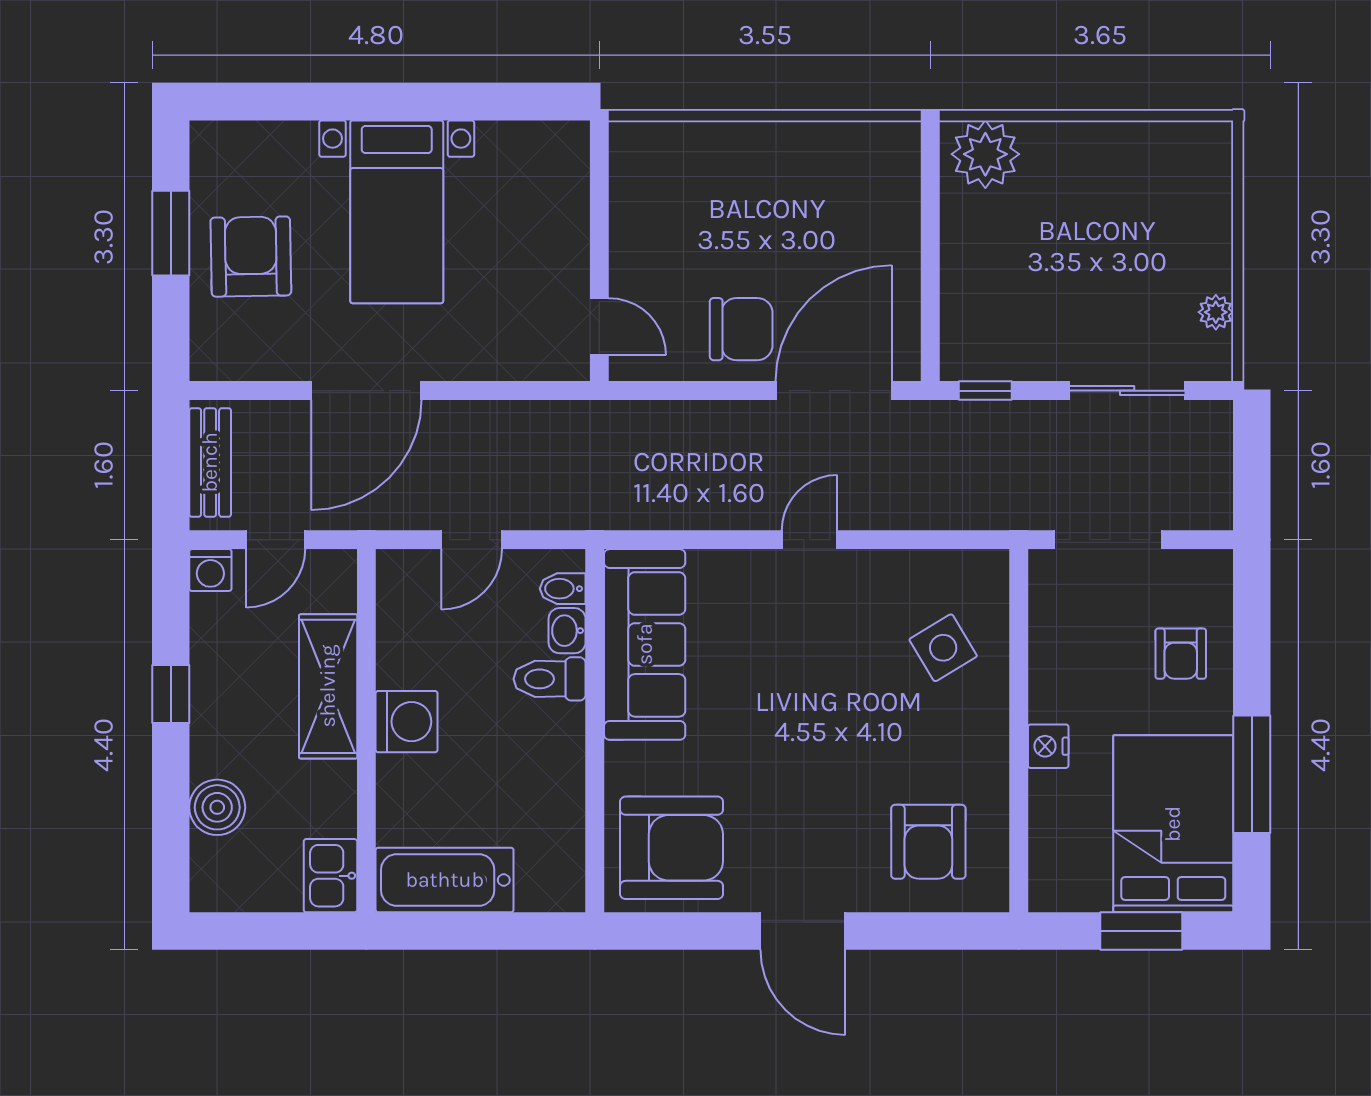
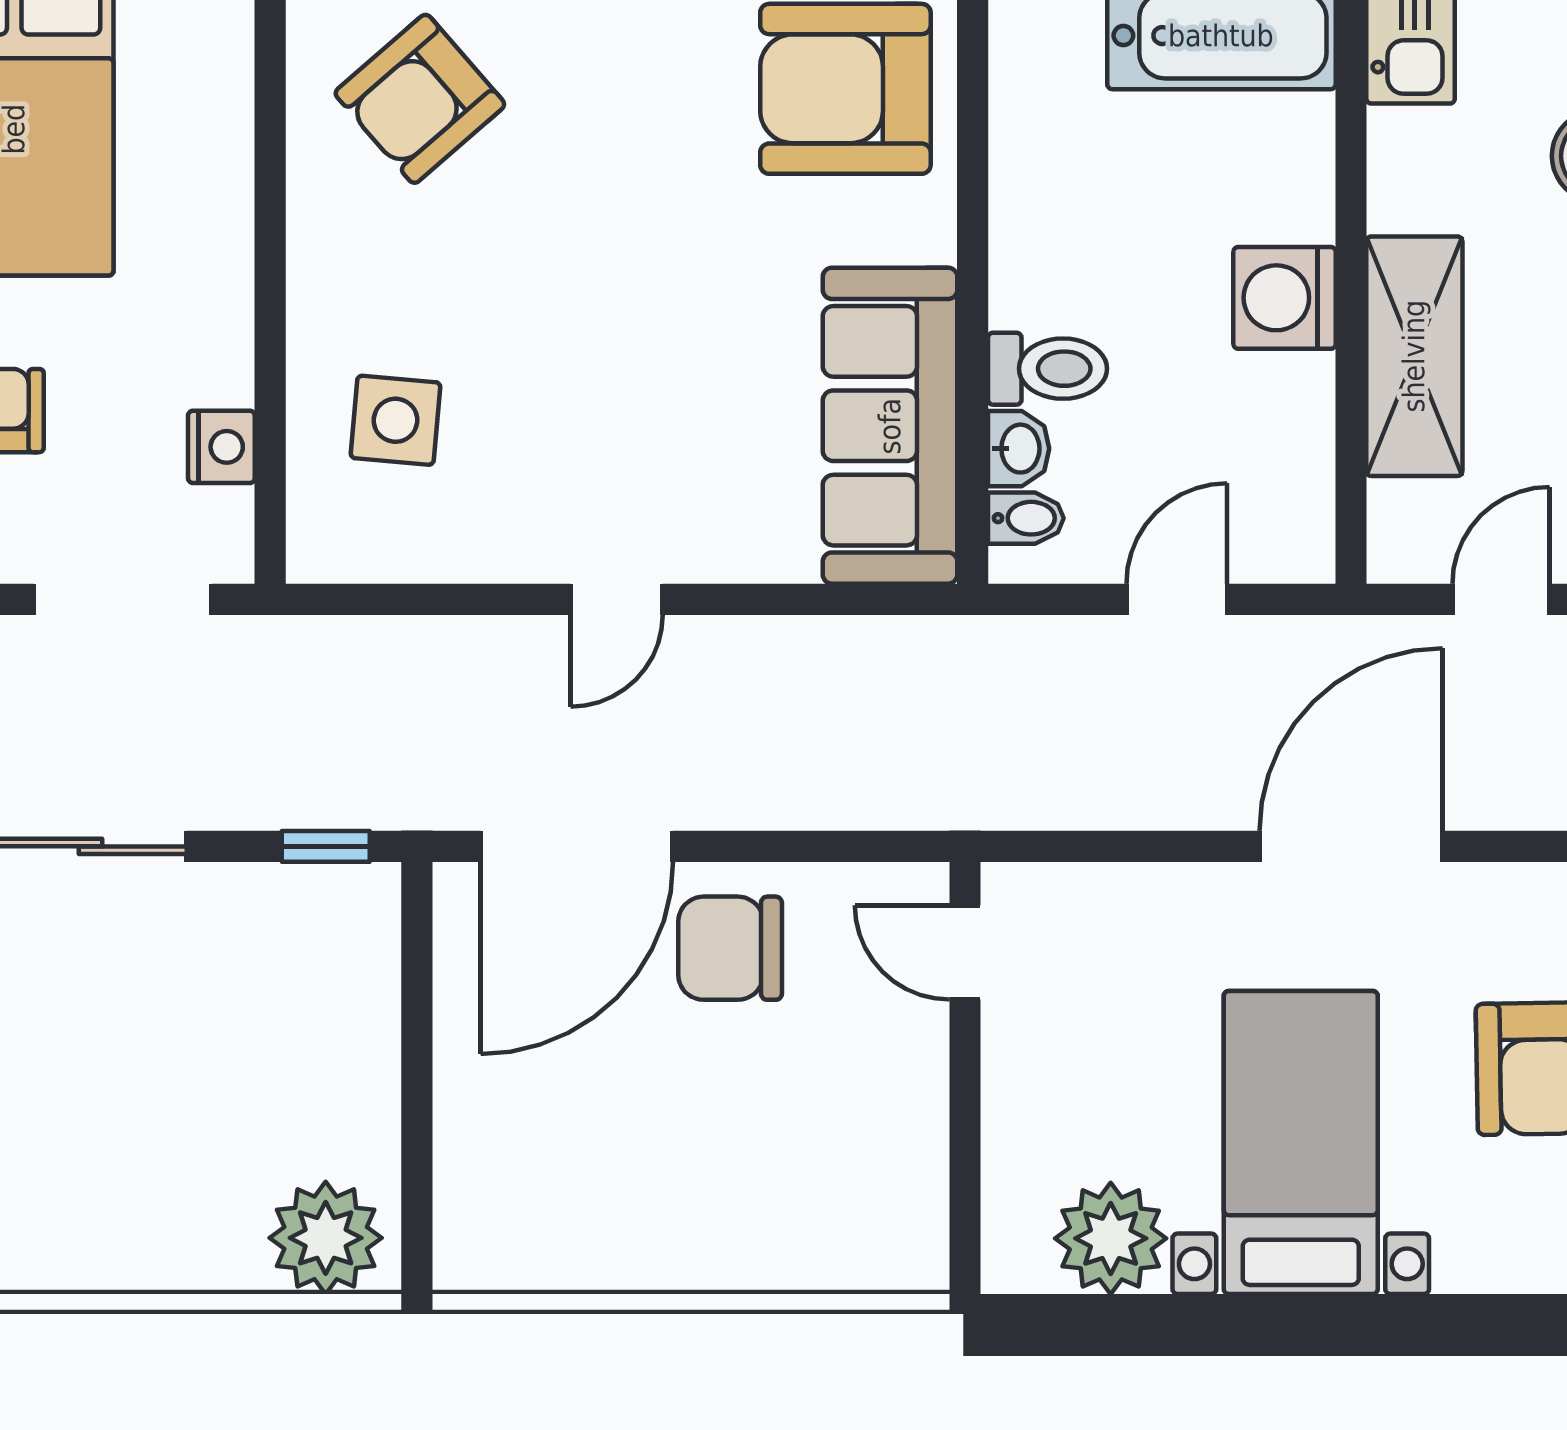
plant: (511, 154) -> (1111, 1238), added
side table: (943, 648) -> (395, 420), turned 36
nightstand: (1048, 746) -> (221, 447), moved
armchair: (928, 842) -> (420, 99), turned -131

